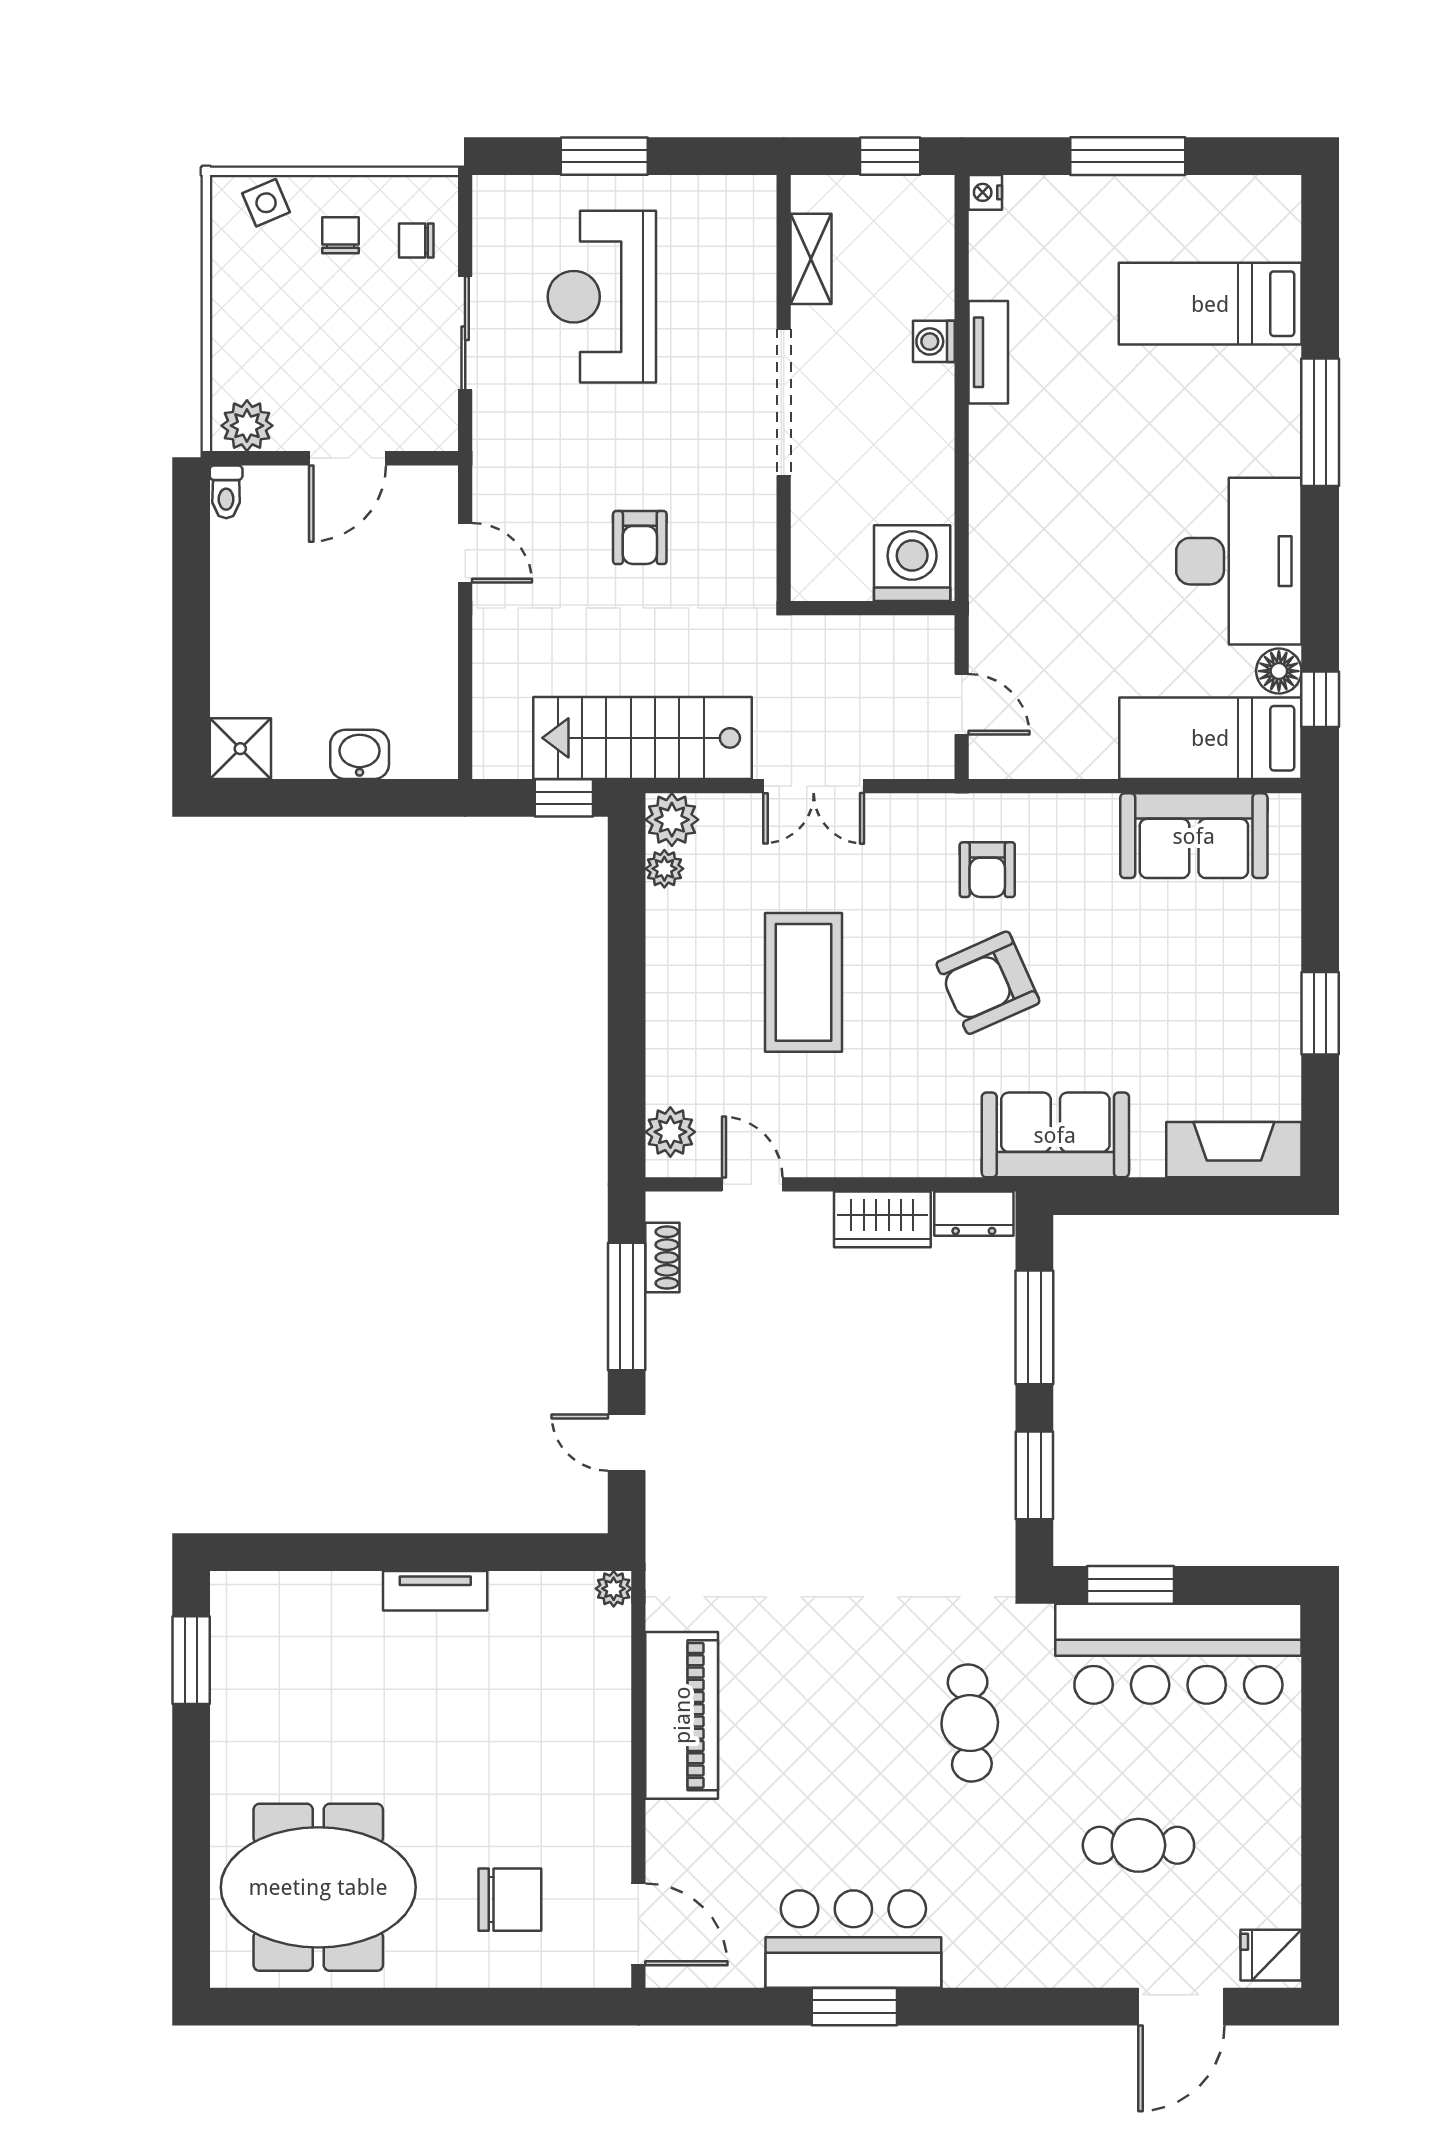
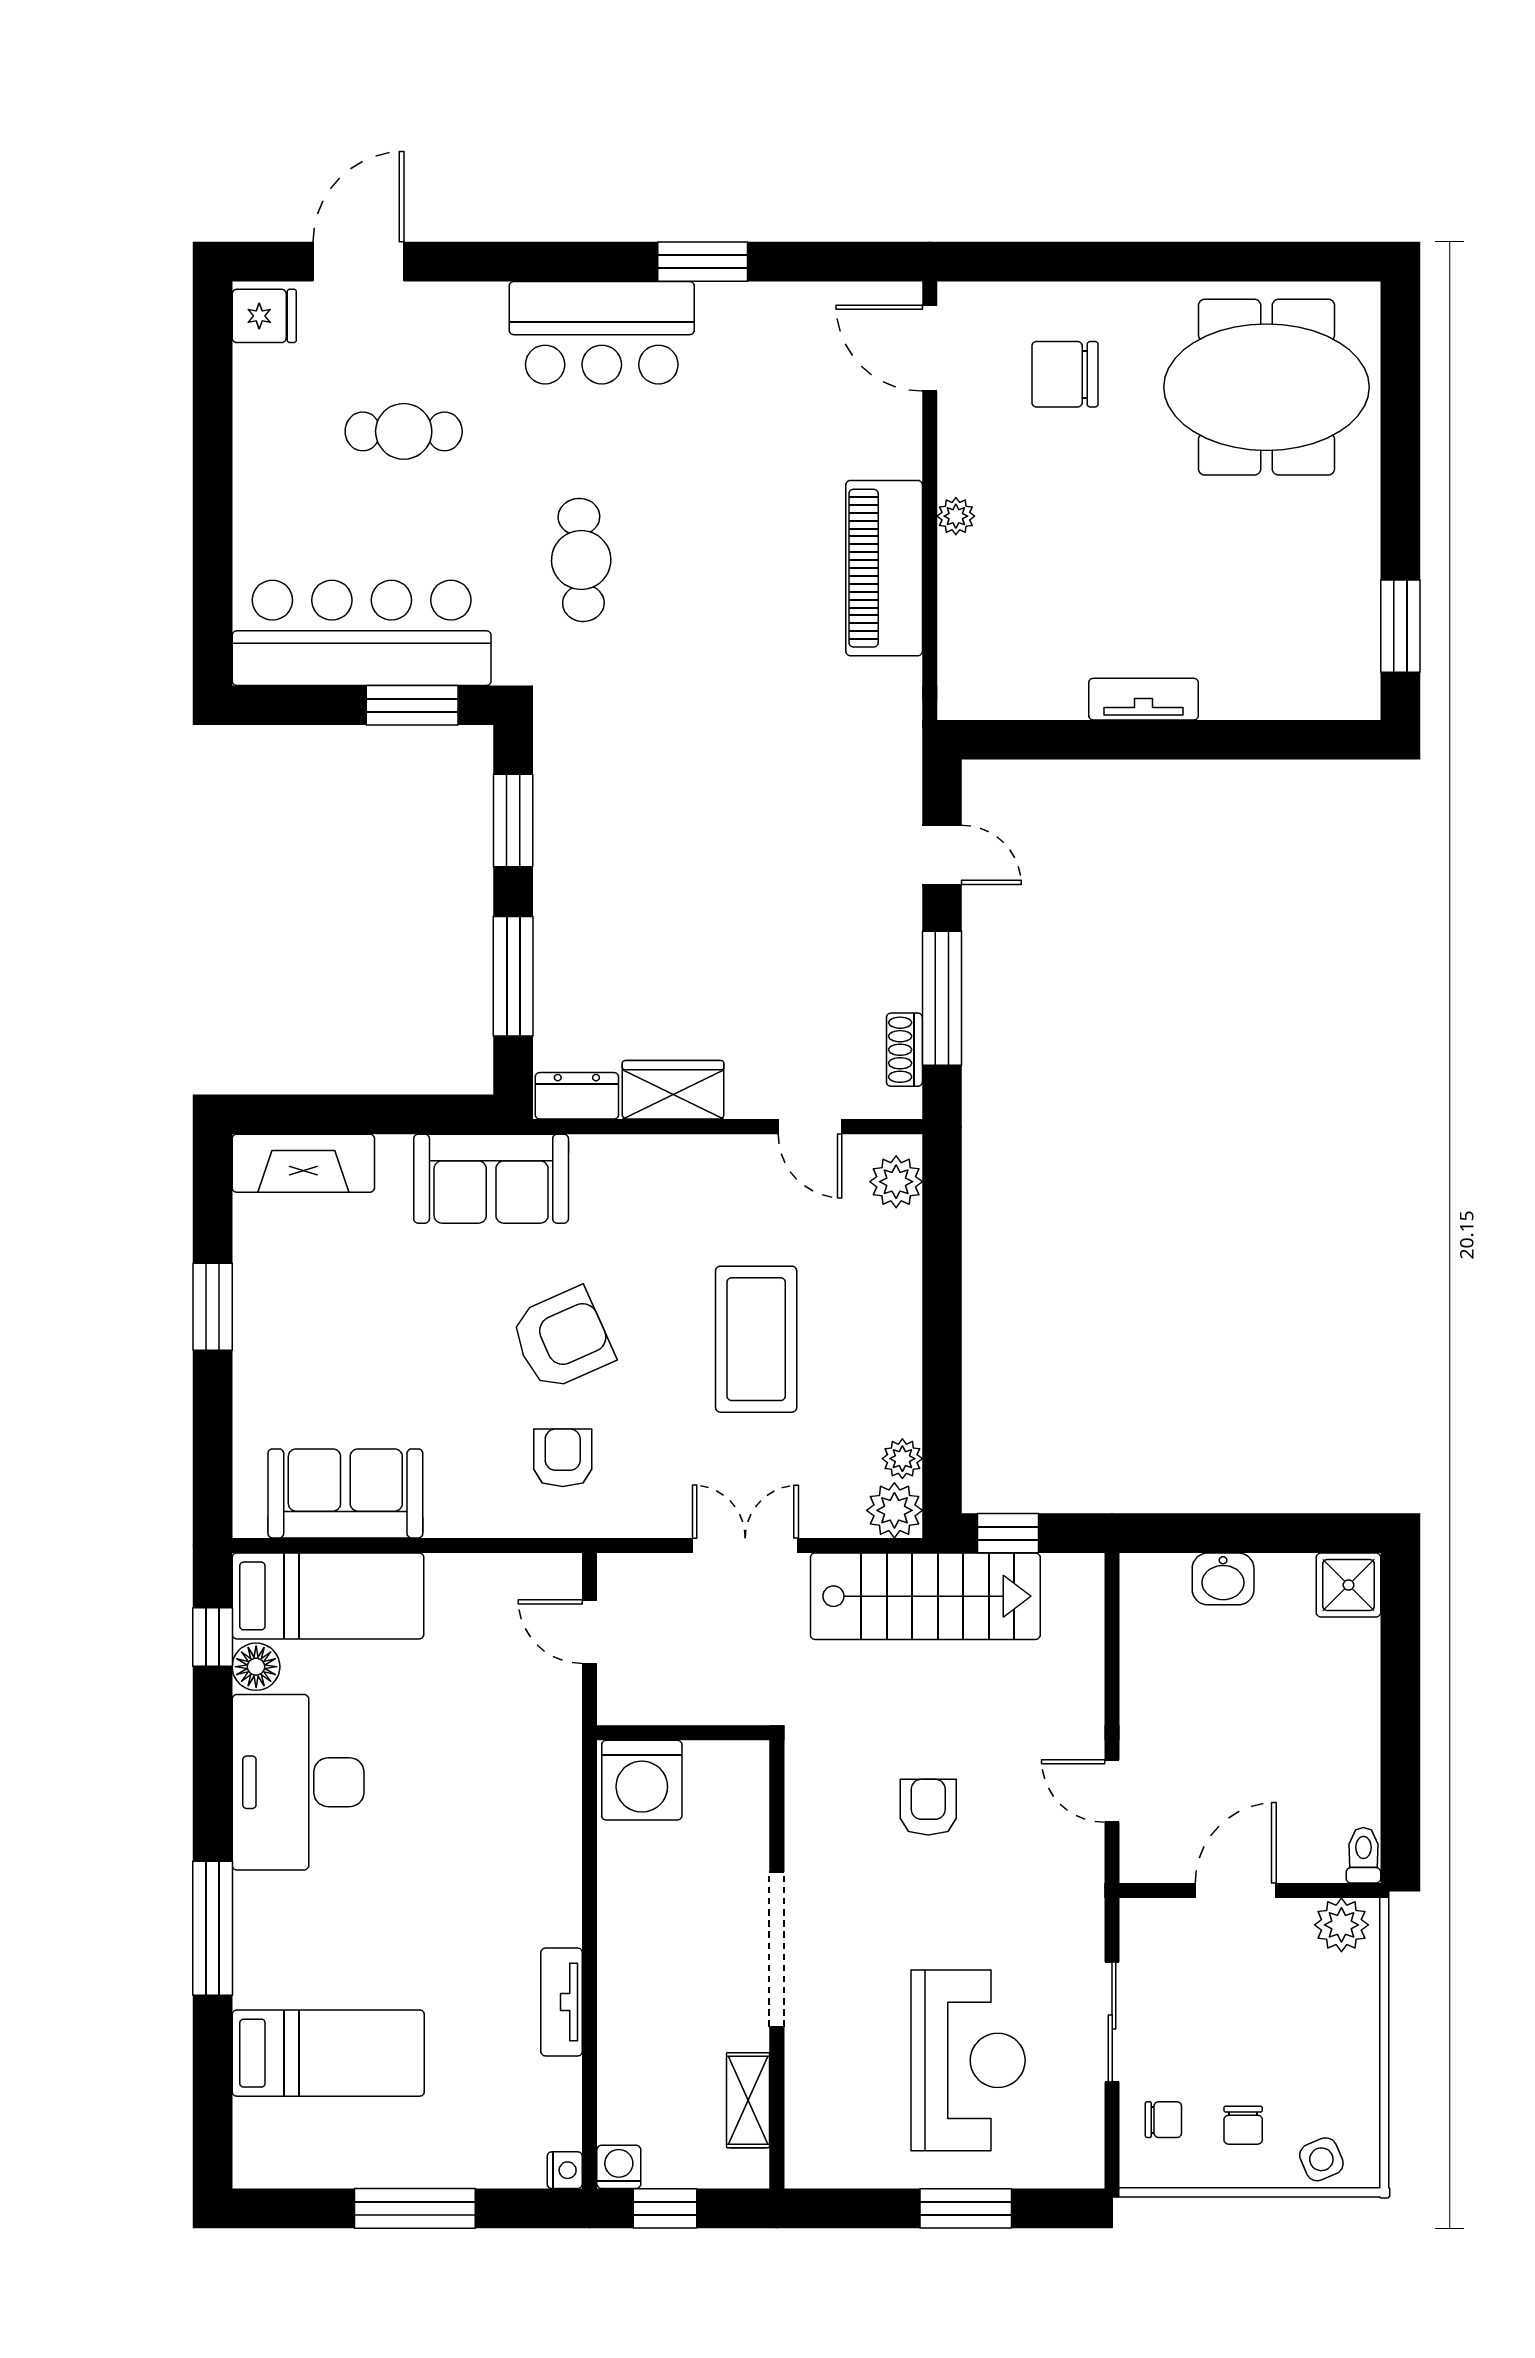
washing machine: (934, 341) -> (619, 2167), moved, turned -90
plant: (614, 1589) -> (956, 516), moved
bar counter: (853, 1939) -> (602, 333), moved

